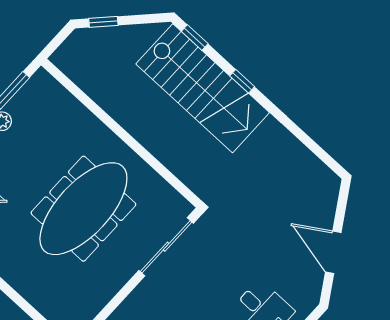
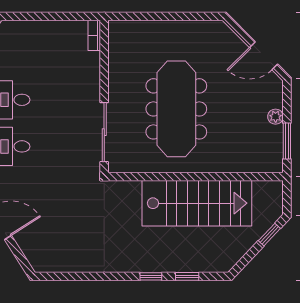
window: (195, 38) -> (187, 276), moved
stairs: (203, 88) -> (197, 203), moved, turned 180

